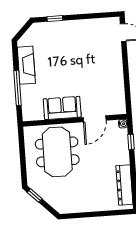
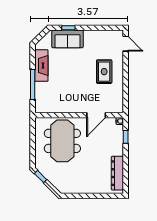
rug: (100, 67) -> (104, 72), added
sofa: (62, 108) -> (68, 39), moved, turned 180

